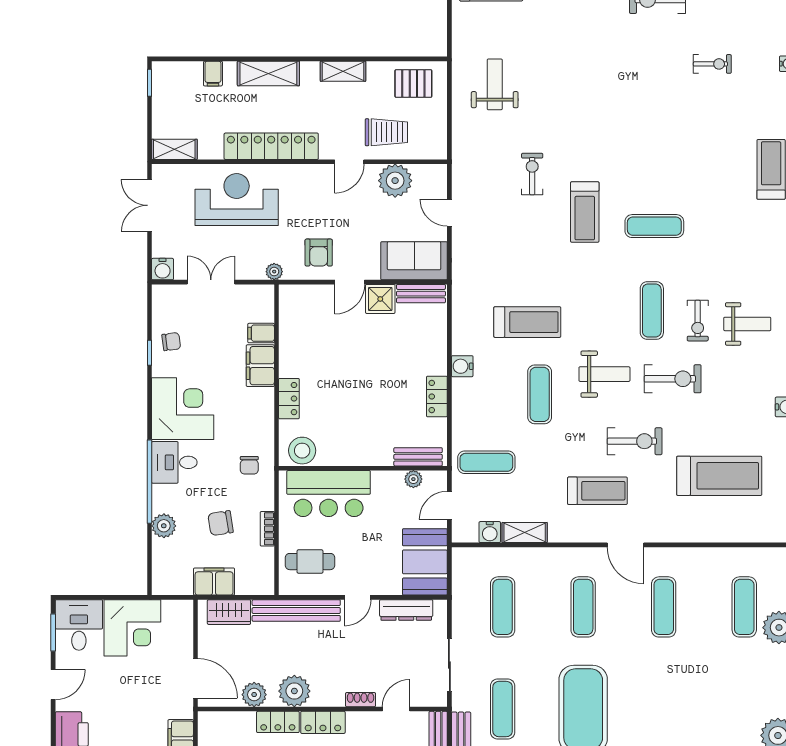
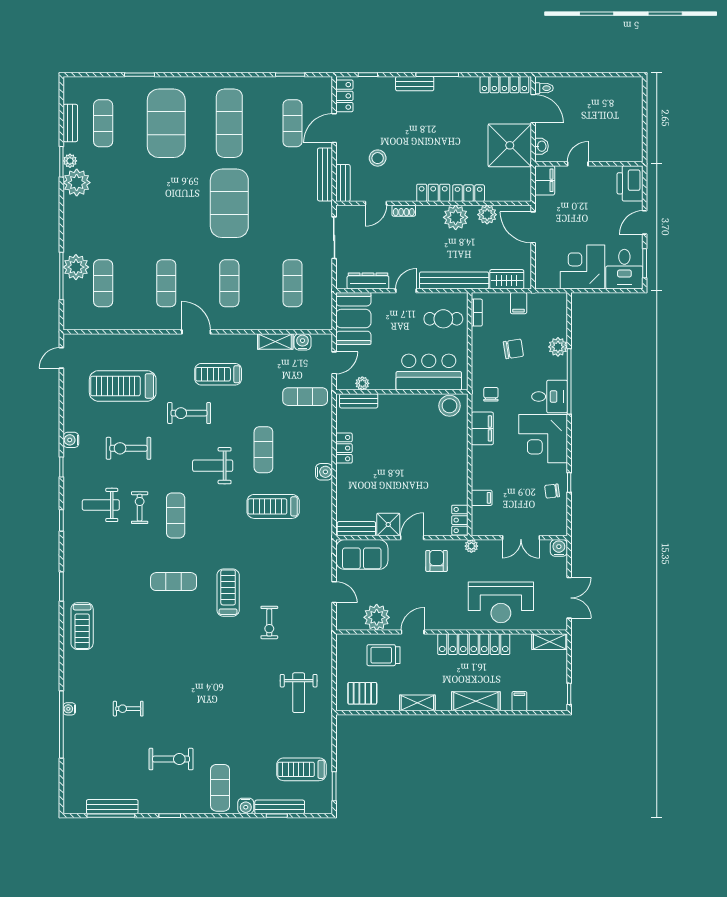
filing cabinet: (260, 366) -> (482, 428), moved
exercise bike: (673, 379) -> (128, 448), moved
locker: (289, 399) -> (460, 520), moved
bookcase: (267, 529) -> (477, 313), moved
filing cabinet: (214, 582) -> (519, 303), width x0.50
exercise mat: (503, 709) -> (292, 203), removed

